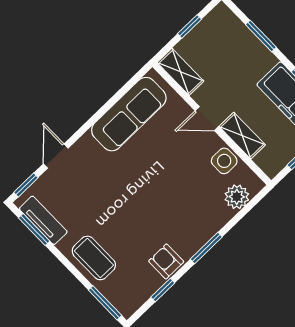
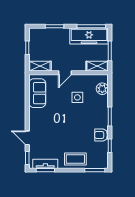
sofa: (129, 114) -> (37, 93), width x0.73
shelving: (242, 136) -> (97, 66), moved
side table: (224, 161) -> (77, 97), moved

